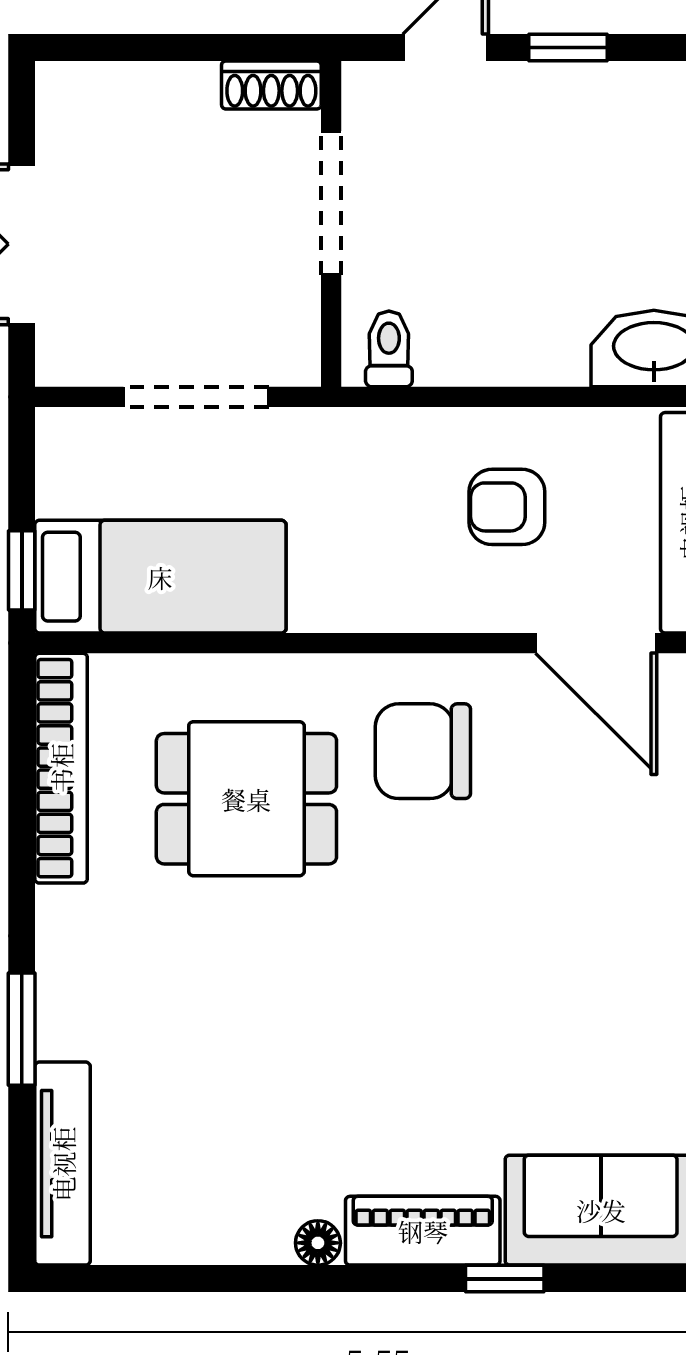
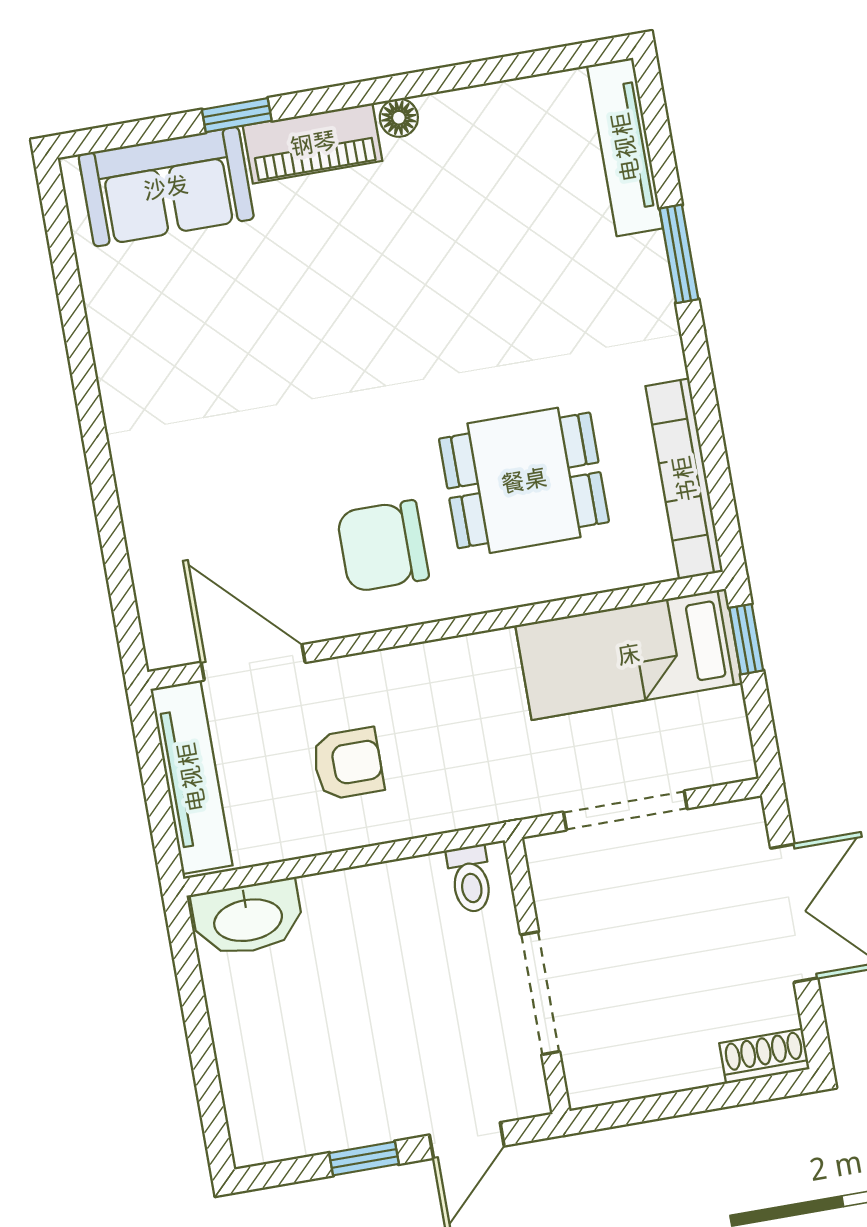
shoe rack: (271, 85) -> (764, 1056), moved
chair: (423, 751) -> (383, 546), turned 180

